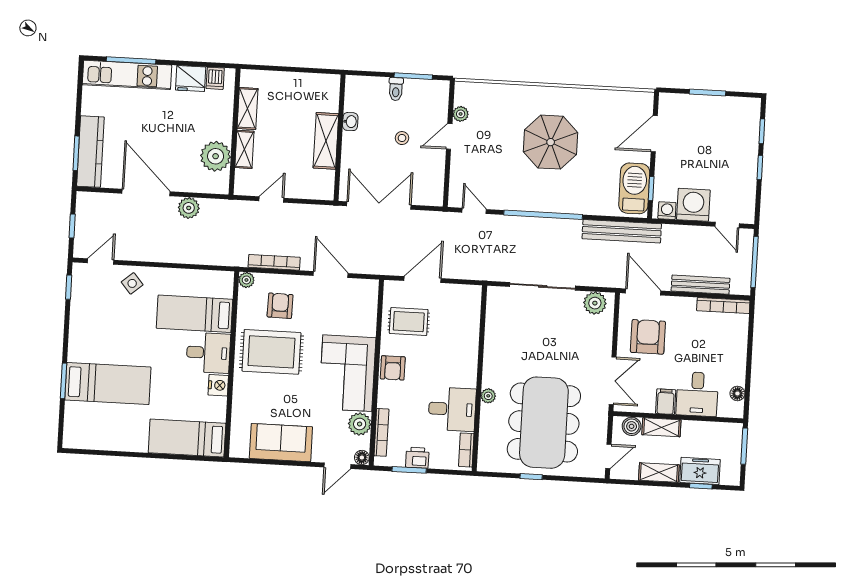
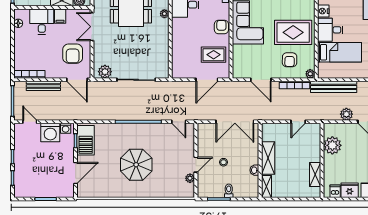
shelving: (244, 149) -> (266, 186), moved
bench: (622, 231) -> (334, 87), moved

